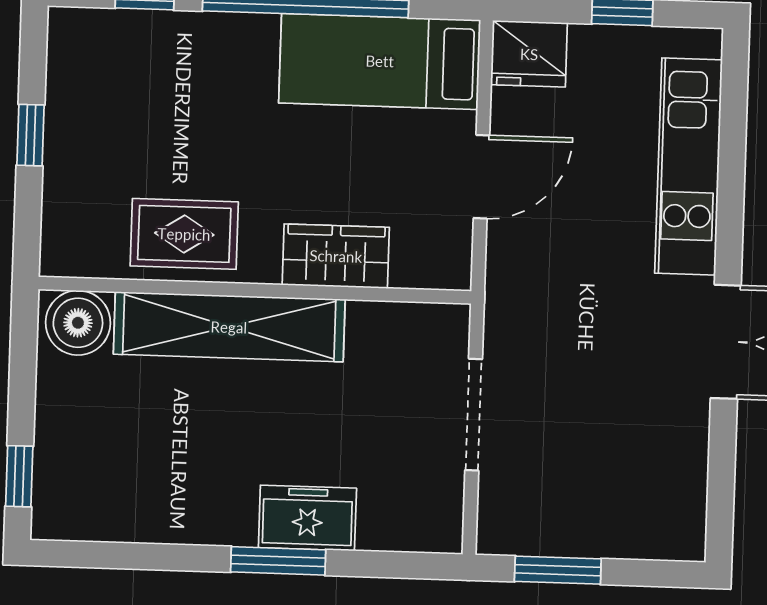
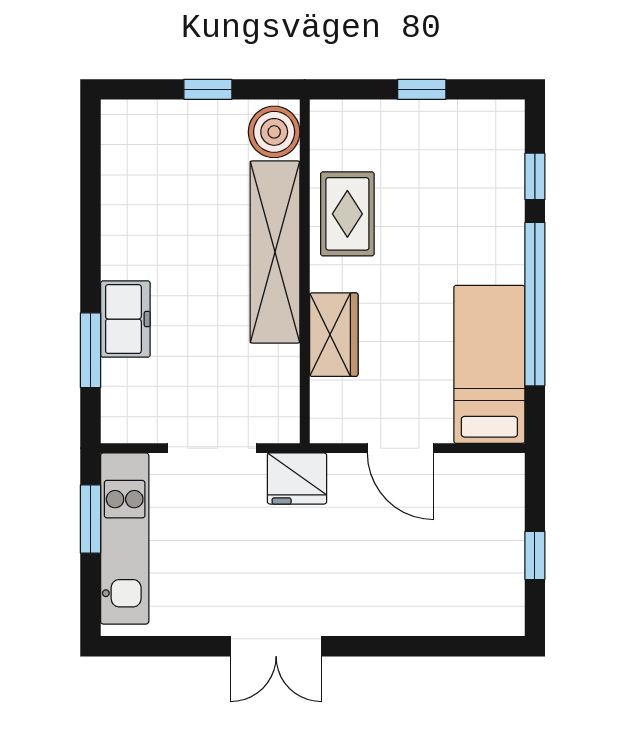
fridge: (529, 54) -> (297, 479), moved, turned -90
kitchen unit: (689, 166) -> (125, 538), moved, turned 90
window: (19, 476) -> (208, 89), moved
window: (278, 561) -> (91, 350), moved

